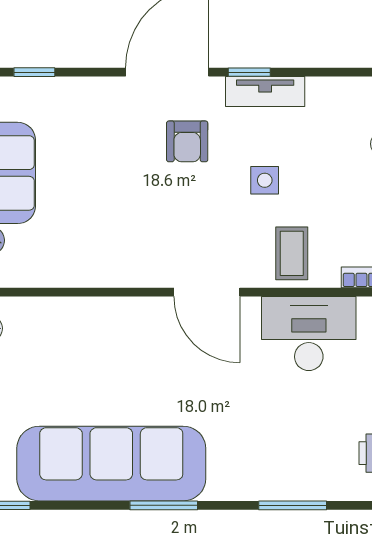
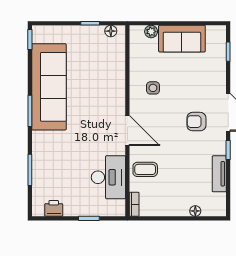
tv unit: (265, 91) -> (219, 174), moved
side table: (265, 180) -> (153, 88), moved
door: (207, 292) -> (127, 131), swing flipped

